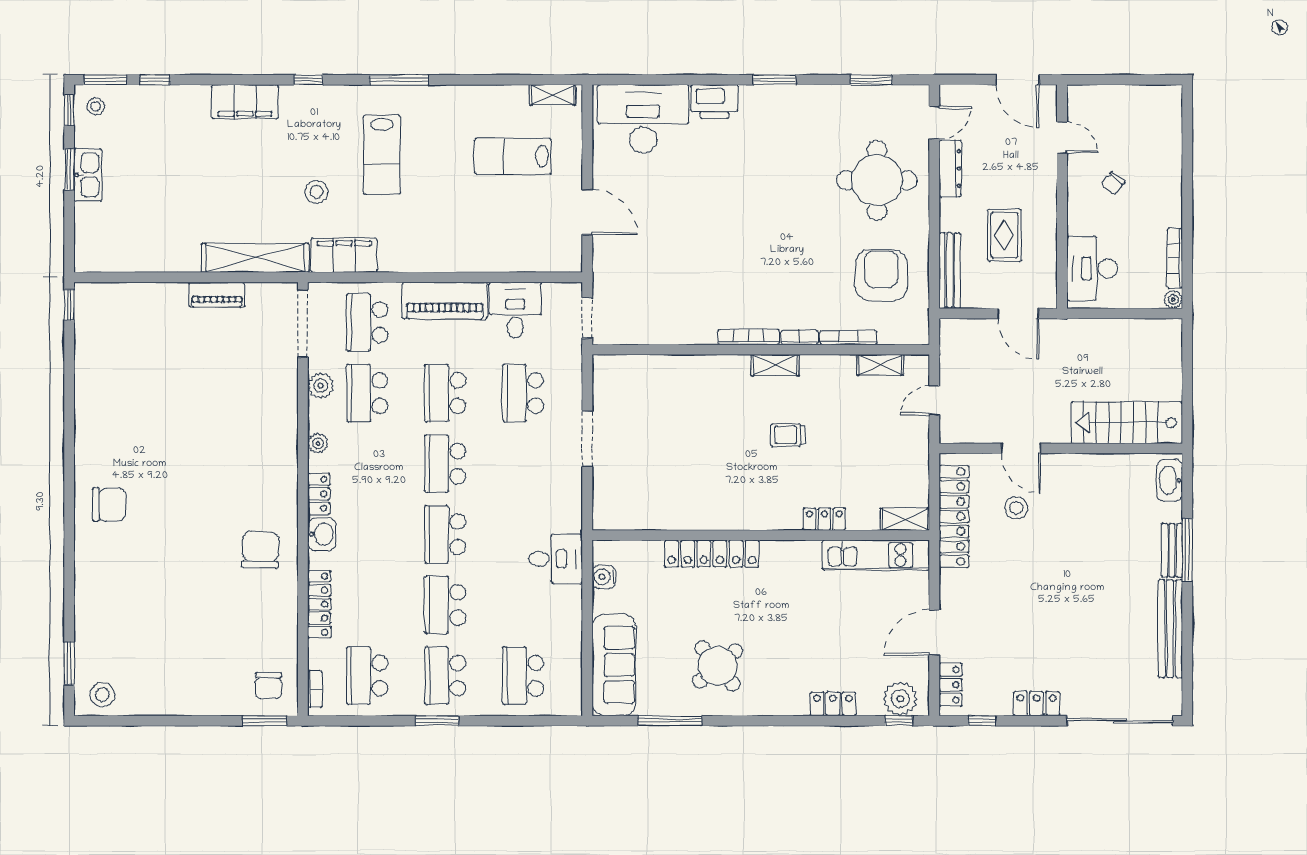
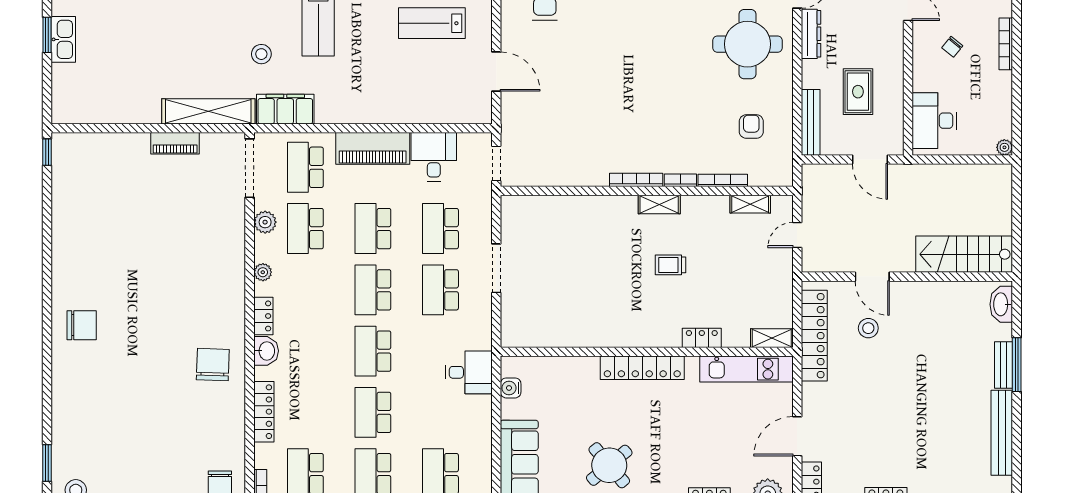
bookcase: (1175, 258) -> (1006, 44), moved
armchair: (881, 275) -> (751, 127), width x0.53, depth x0.53
school desk: (523, 464) -> (441, 290), added
locker: (712, 554) -> (642, 368), moved

